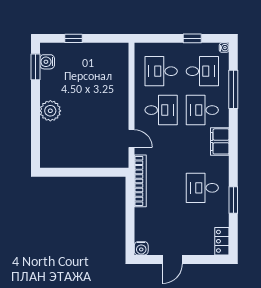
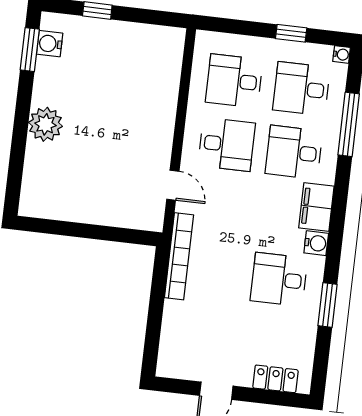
desk: (202, 71) -> (301, 89), turned 180
locker: (222, 241) -> (275, 379), moved, turned 90
water cooler: (141, 248) -> (316, 243), moved, turned -90

